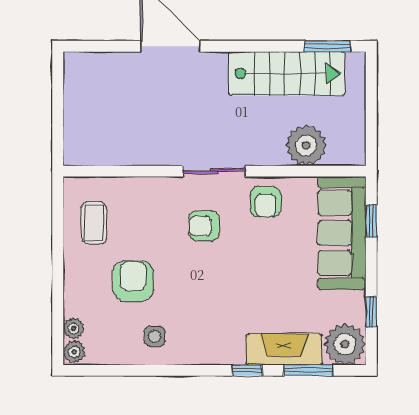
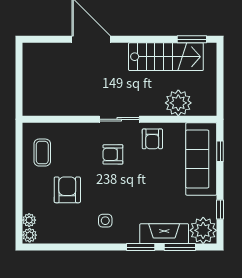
side table: (155, 336) -> (105, 221), moved
window: (247, 370) -> (141, 247), width x1.50

